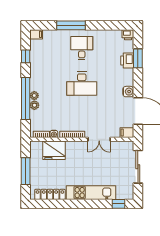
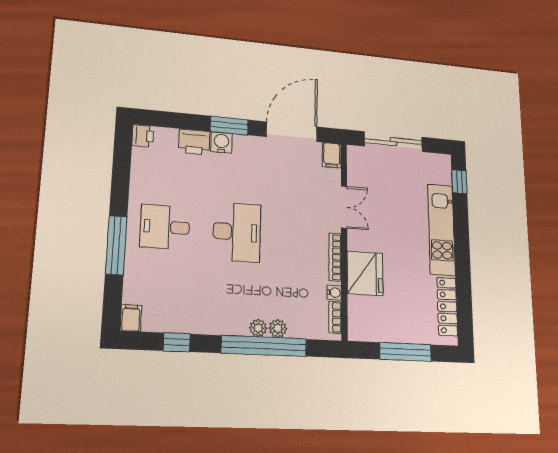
window: (138, 58) -> (229, 126), moved
water cooler: (128, 92) -> (221, 143), moved
fridge: (54, 150) -> (365, 273), moved

